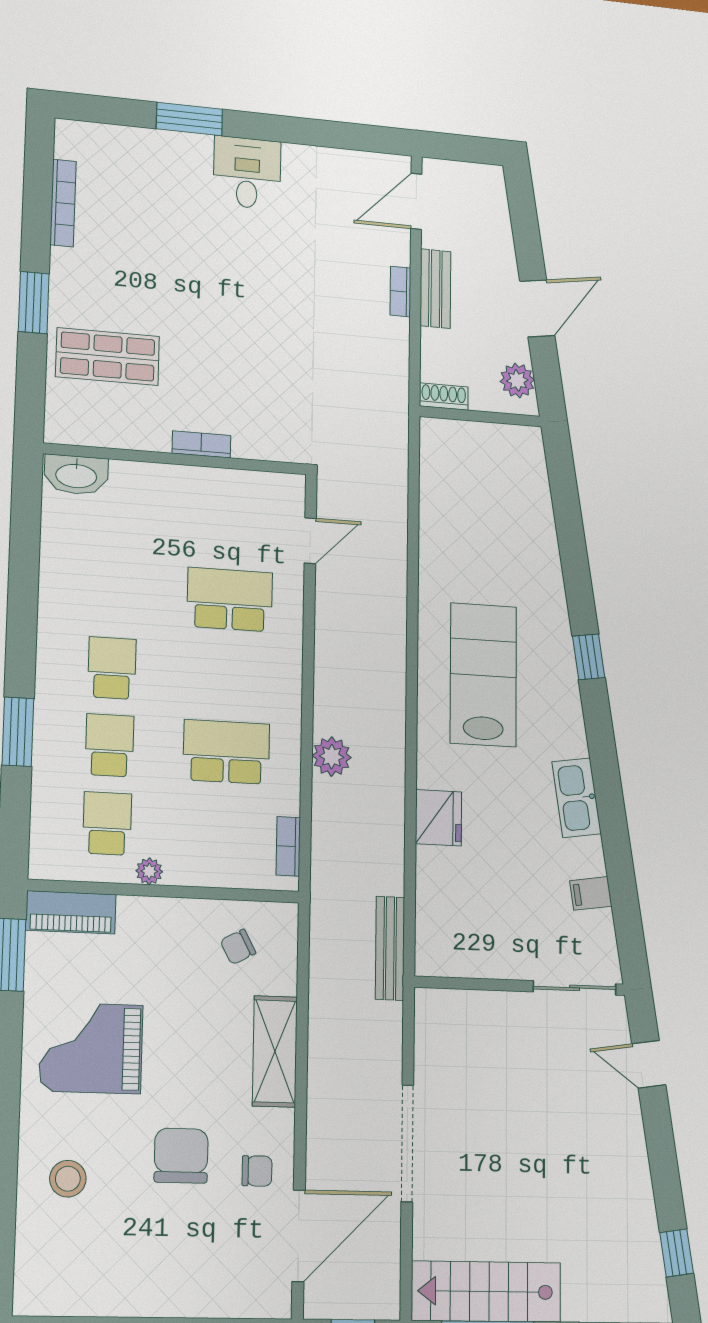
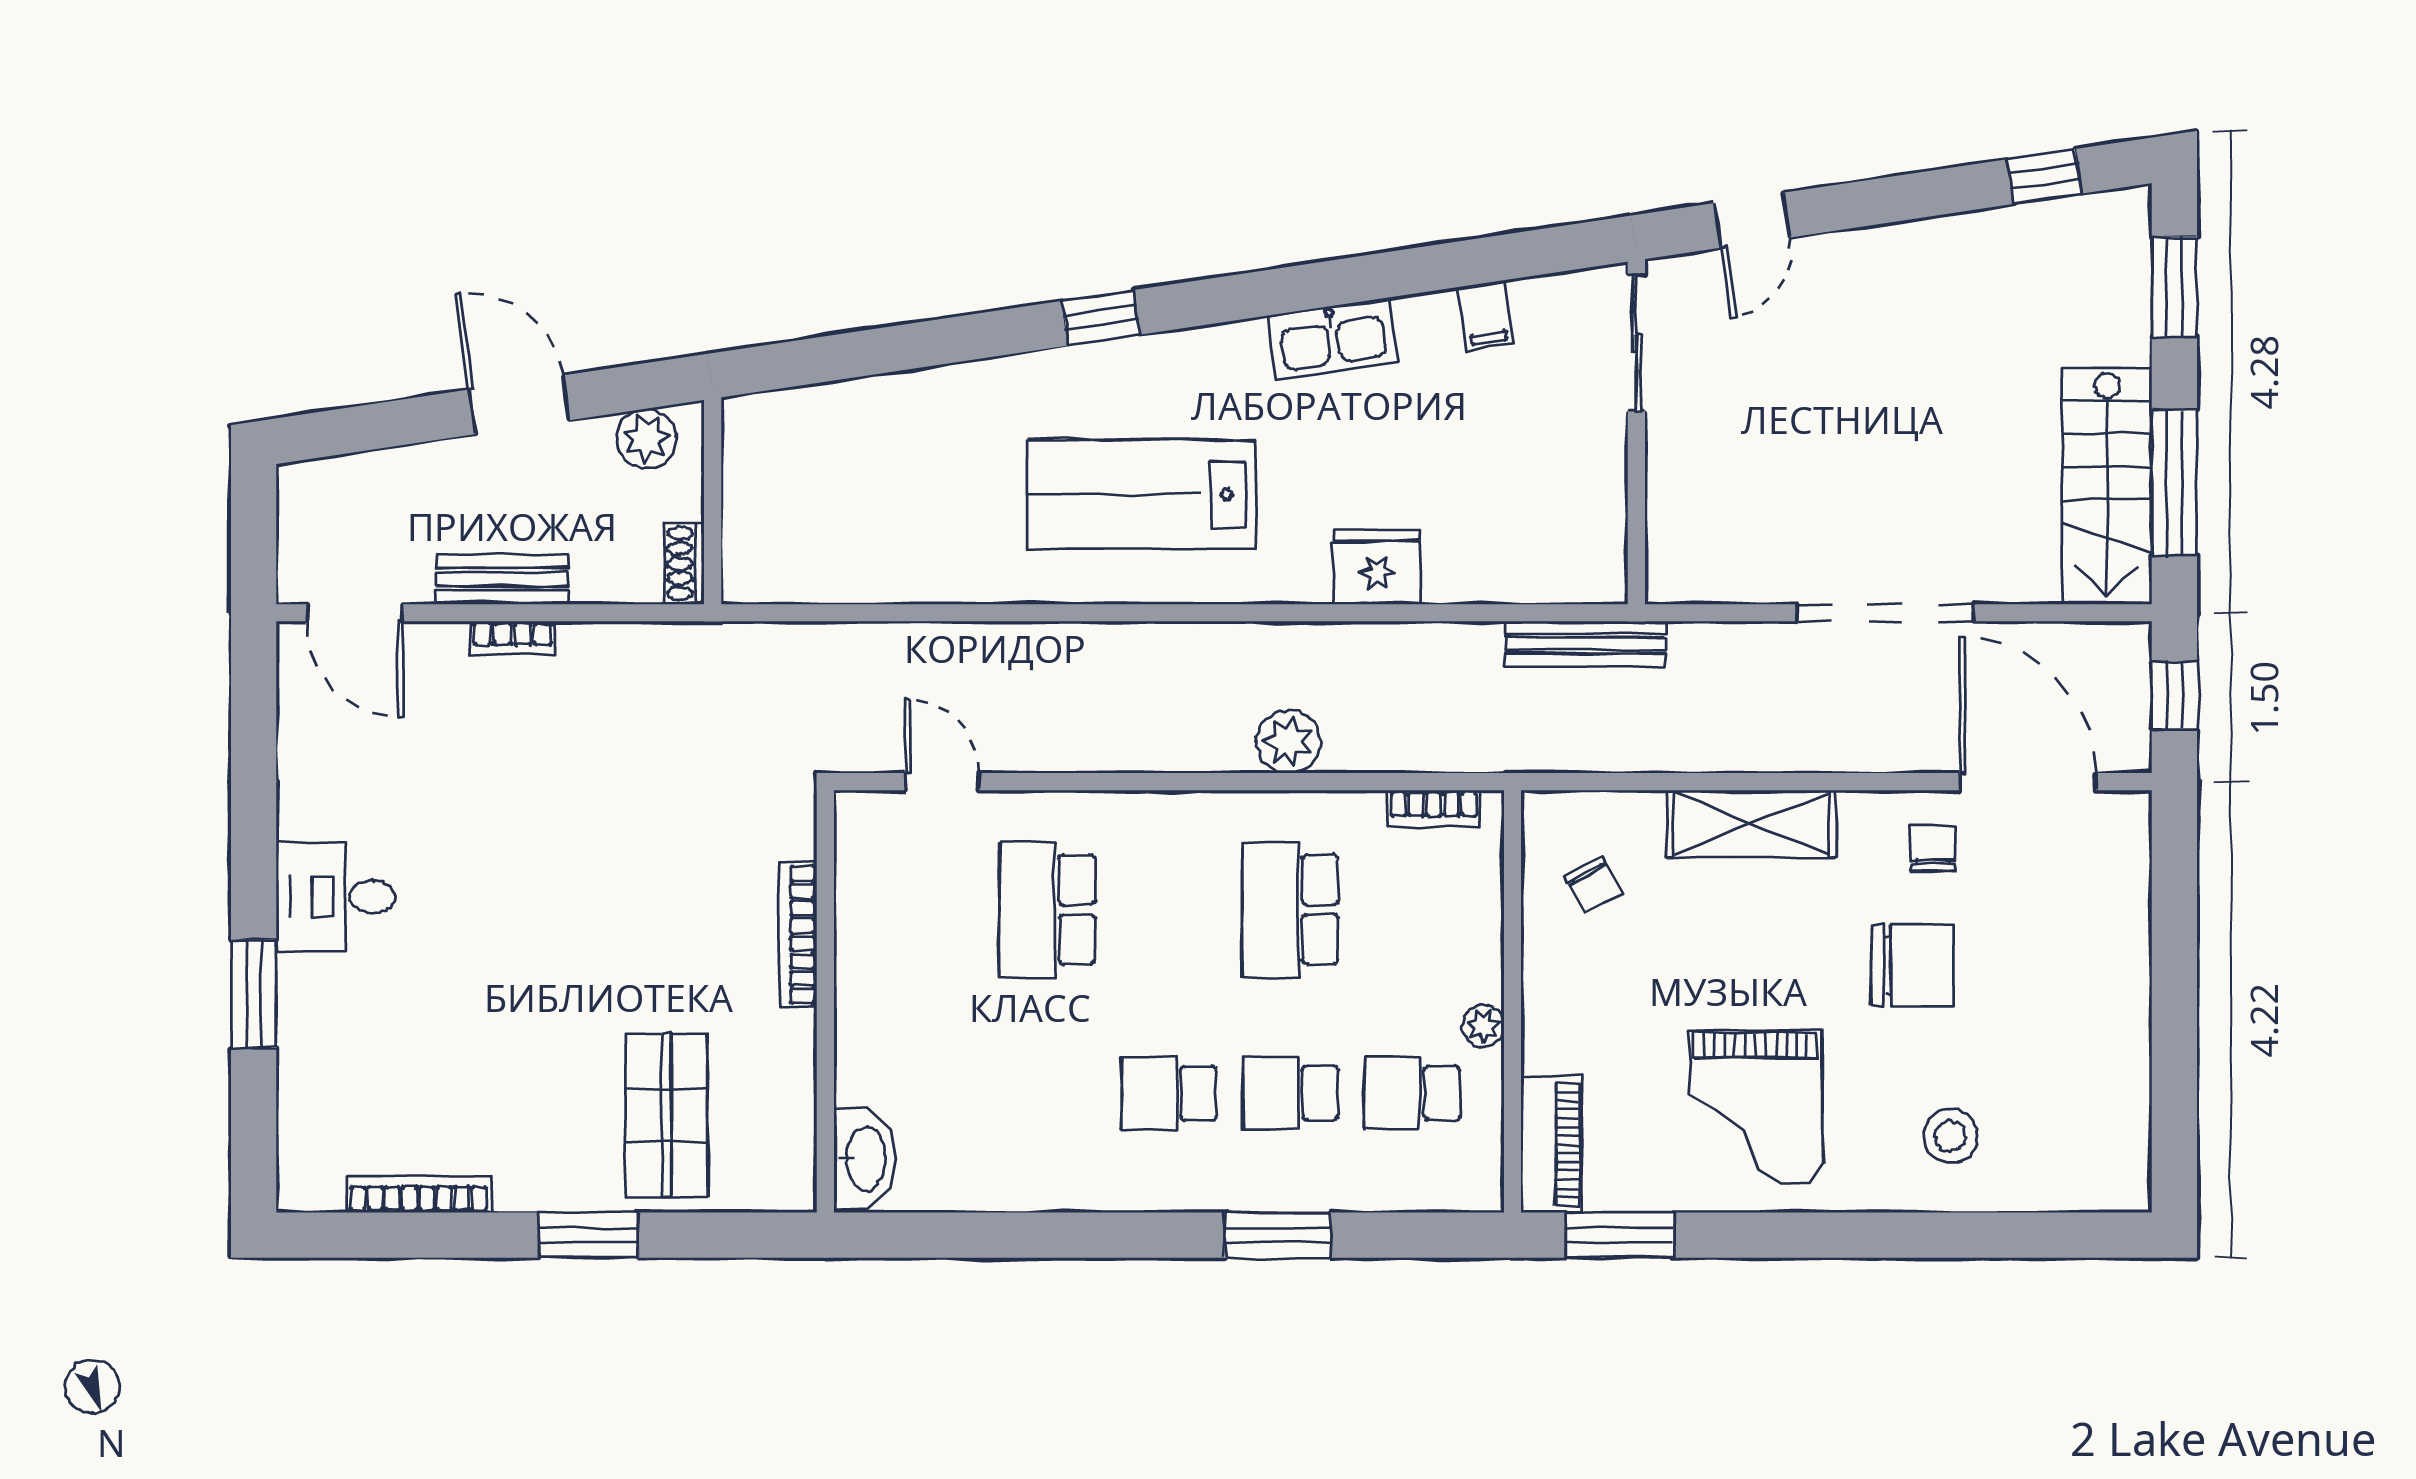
bookcase: (201, 444) -> (798, 935), width x1.56
chair: (181, 1156) -> (1912, 965), turned 180

